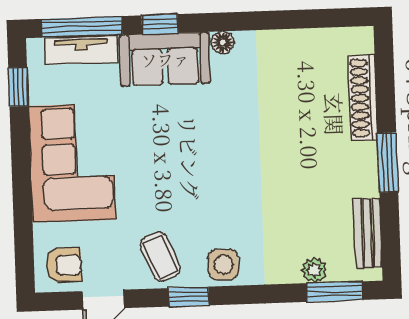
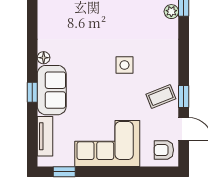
window: (82, 27) -> (32, 135), removed
armchair: (64, 265) -> (164, 150), turned -90
side table: (223, 265) -> (124, 65), moved
window: (189, 297) -> (184, 96), moved

